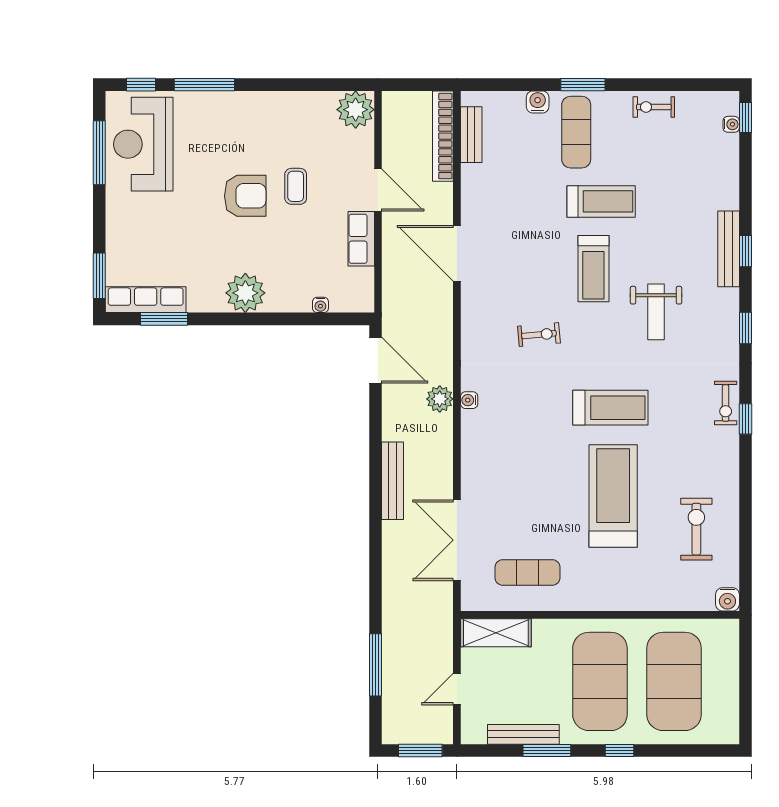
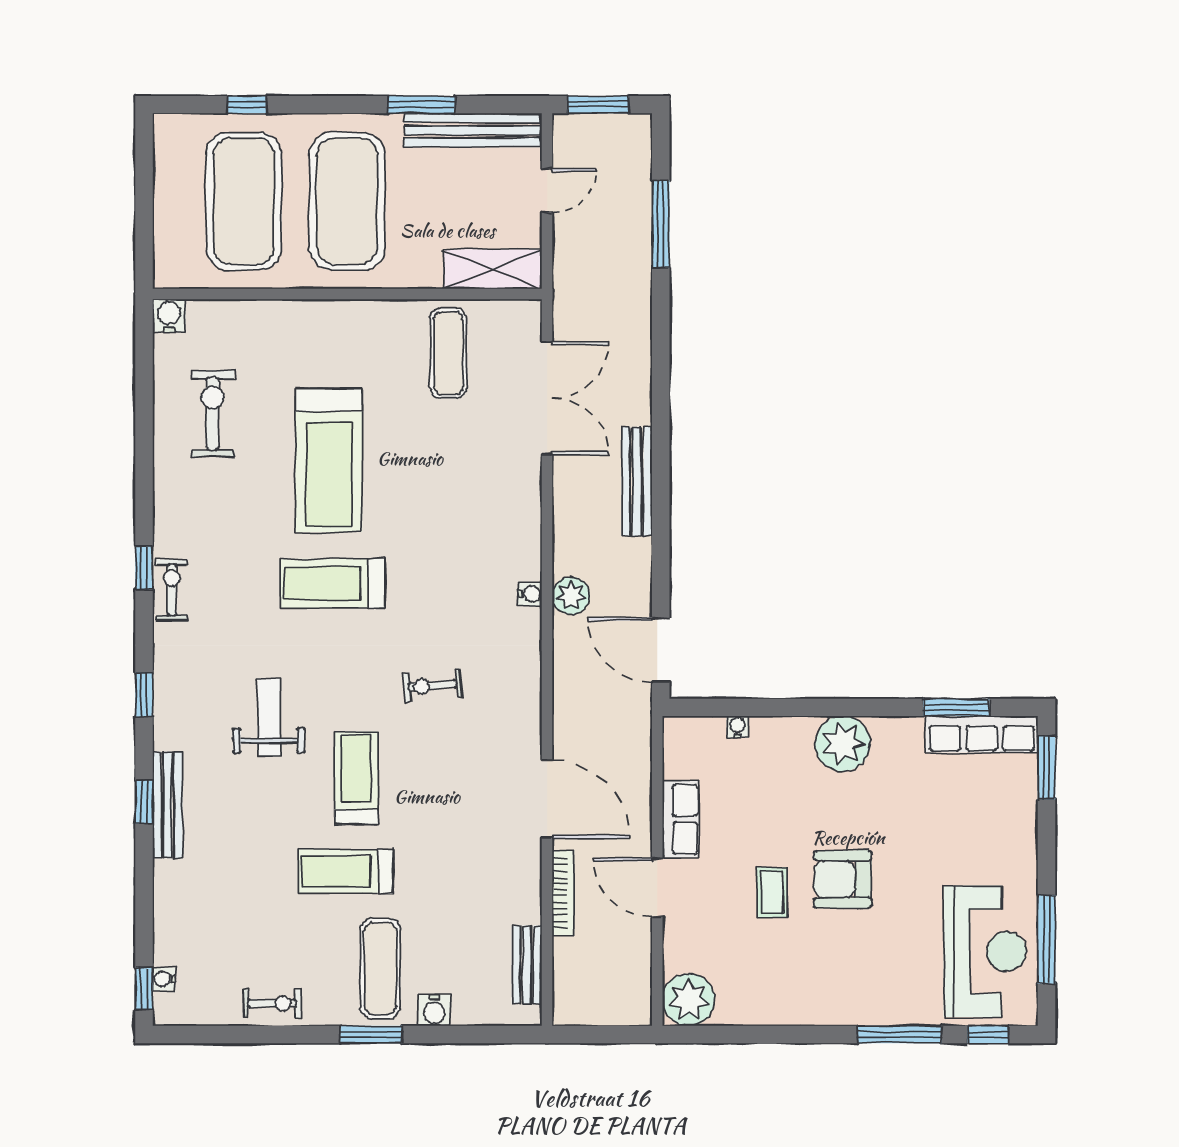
bookcase: (443, 136) -> (563, 893), moved, width x0.68, depth x0.76
exercise bike: (696, 529) -> (213, 414), turned 180
exercise mat: (528, 572) -> (448, 353), turned 90
bench: (523, 734) -> (472, 130), width x1.37, depth x1.21
window: (620, 750) -> (247, 105), moved

